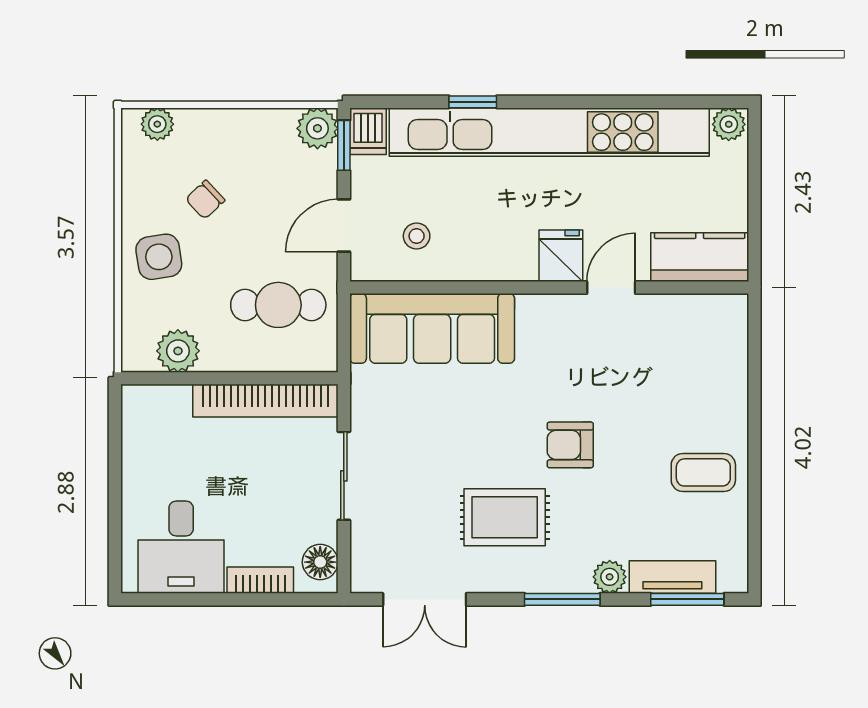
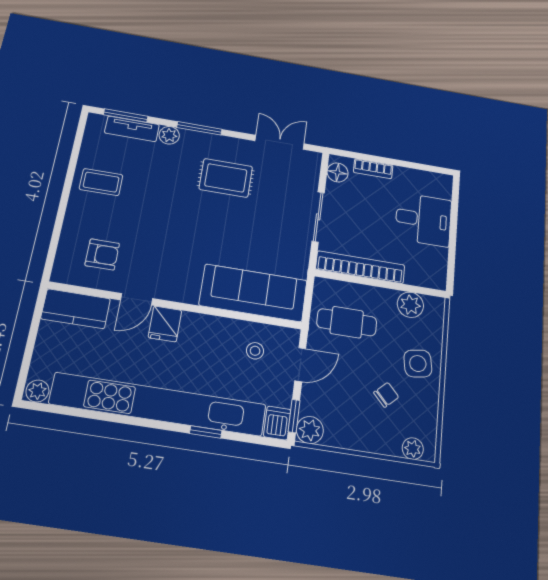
armchair: (570, 445) -> (102, 254), moved
desk: (181, 547) -> (423, 219), moved, turned 90

